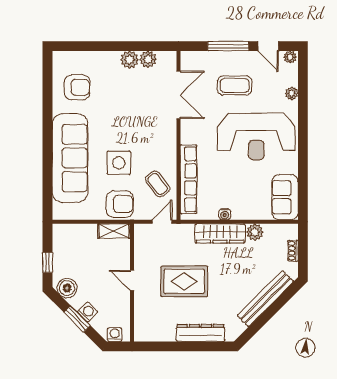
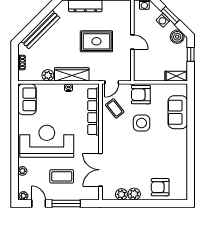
armchair: (77, 87) -> (160, 187), moved
sofa: (70, 158) -> (178, 112), width x0.54, depth x0.79
shelving: (114, 231) -> (176, 76), moved

